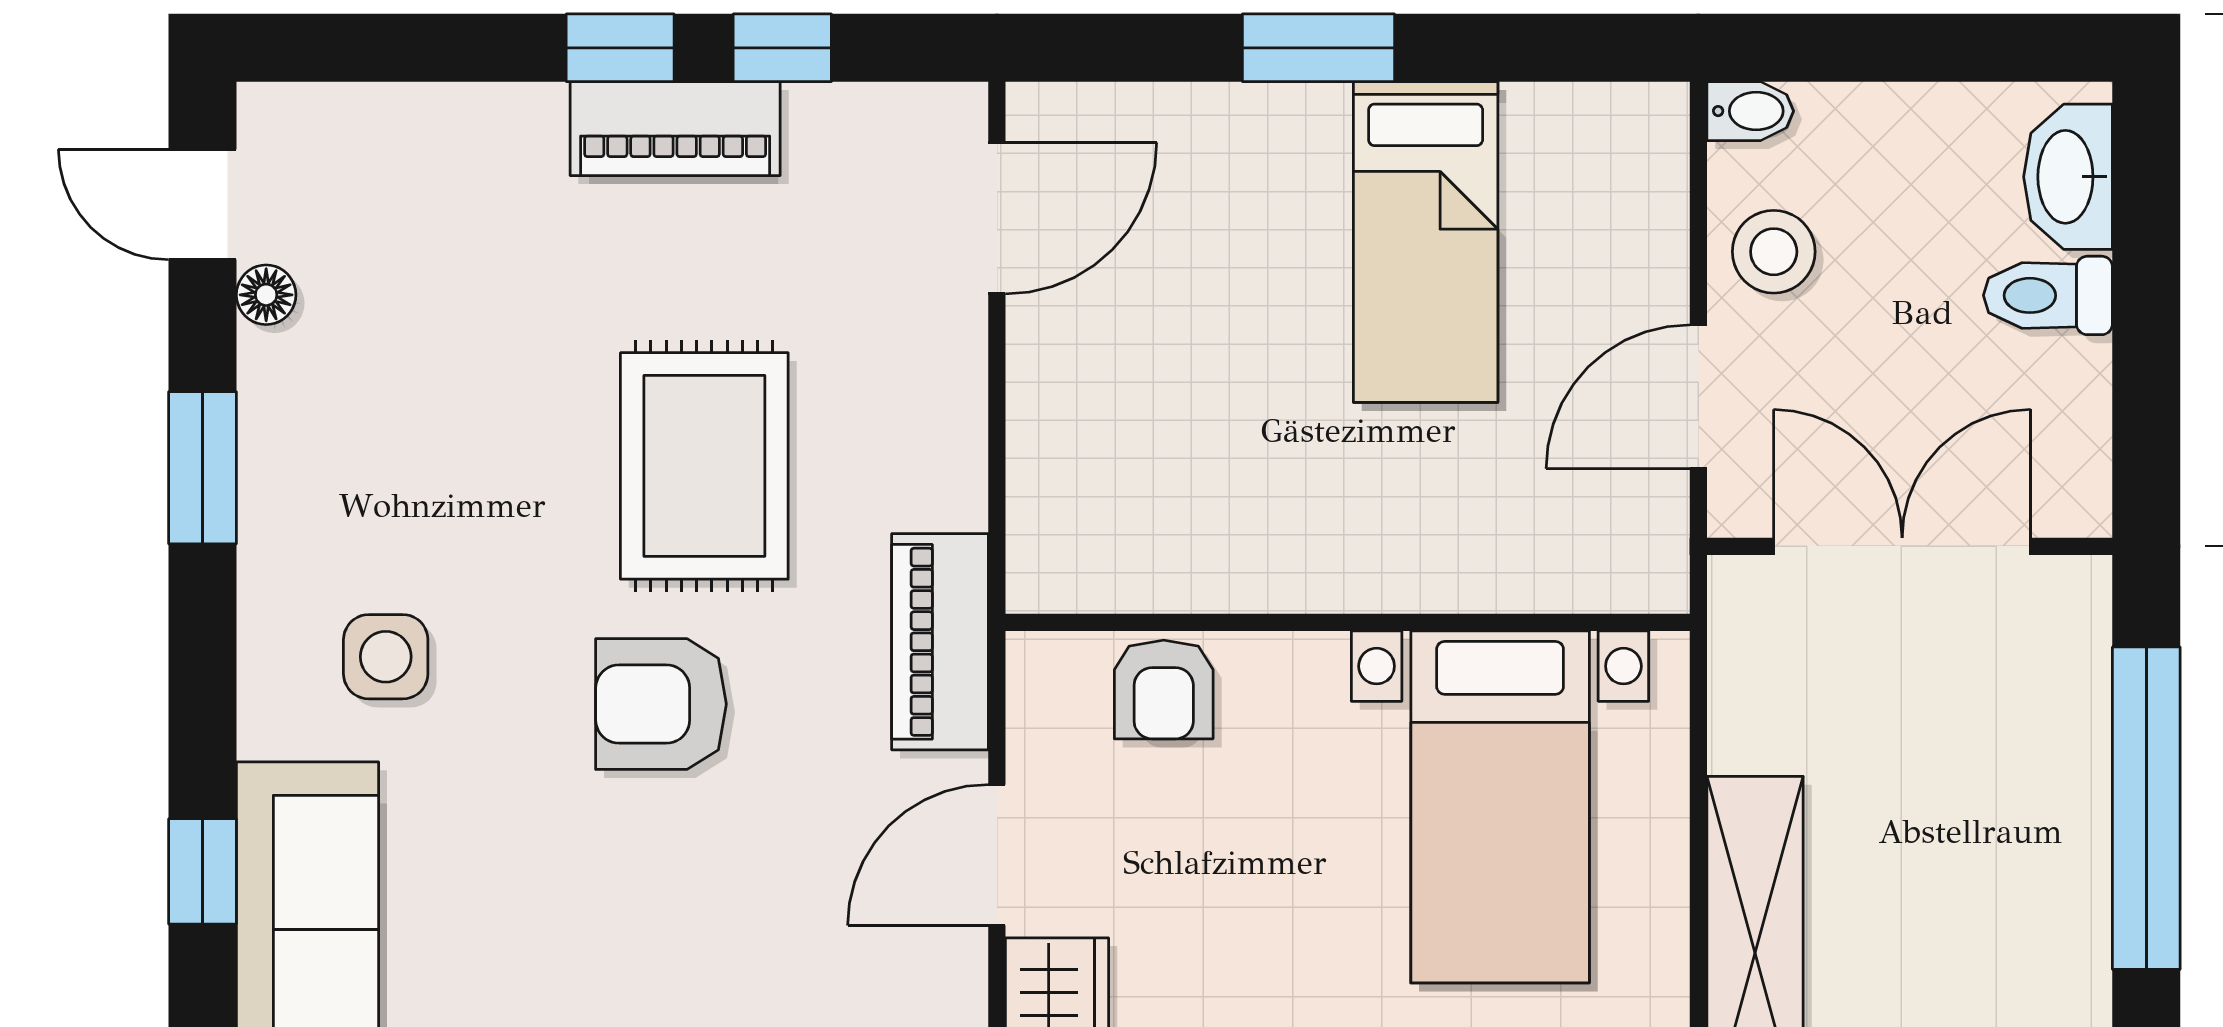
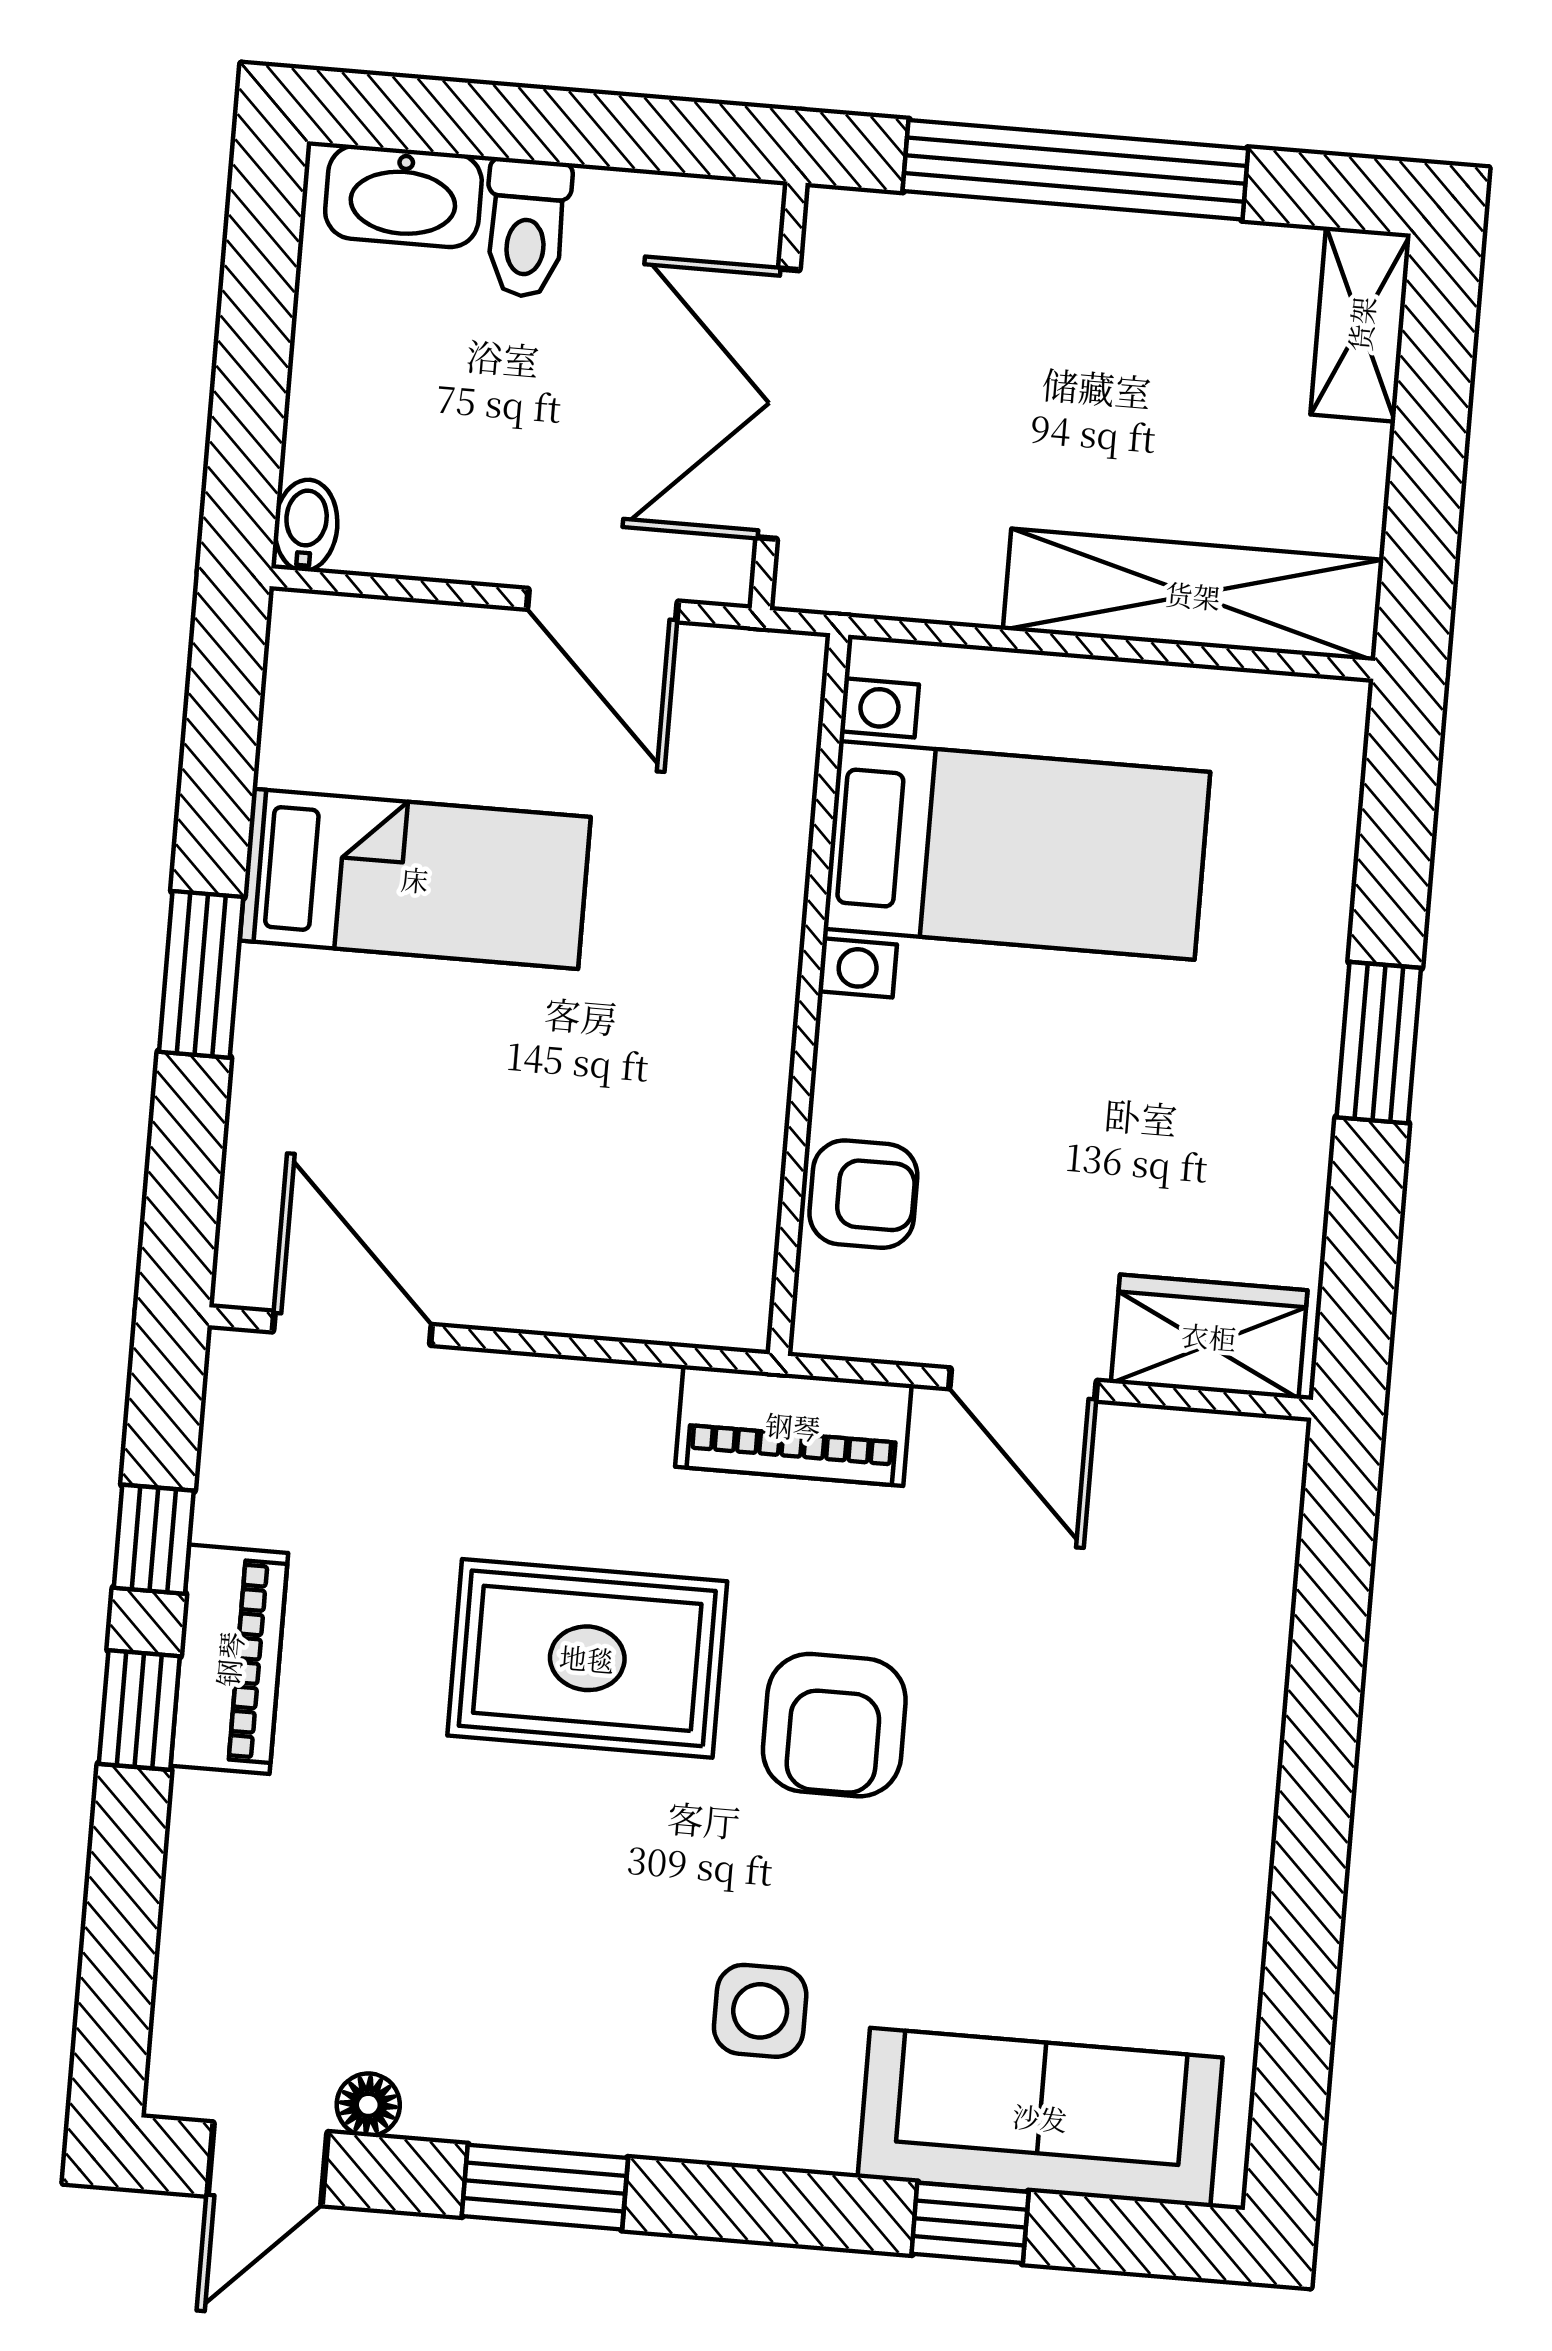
stool: (1774, 252) -> (456, 513), removed

